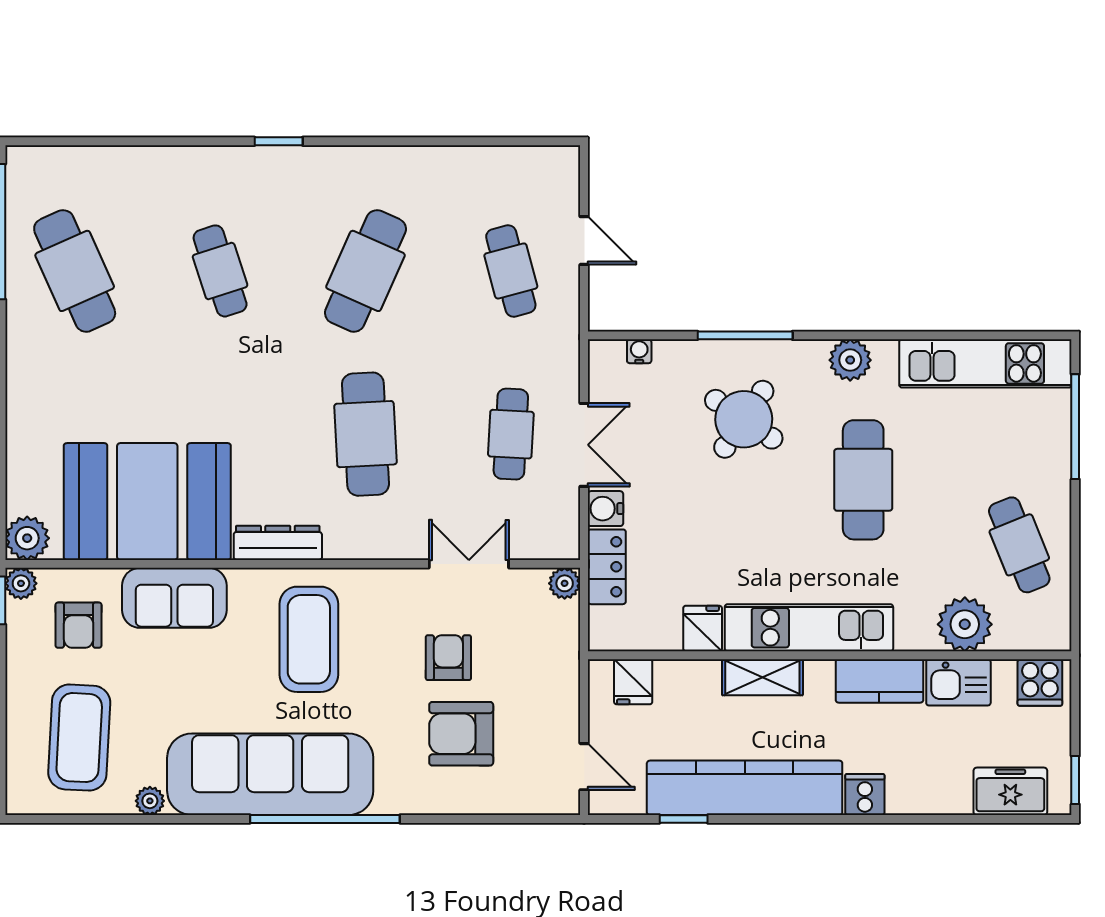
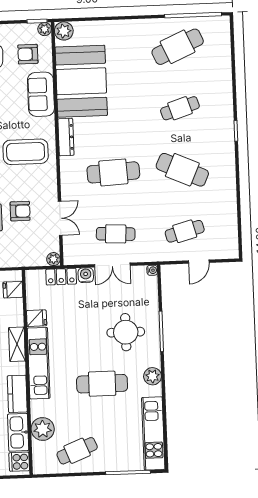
water cooler: (639, 351) -> (152, 270), moved
round table: (744, 419) -> (126, 332), turned -34
kitchen sink: (958, 682) -> (18, 432), width x1.38

